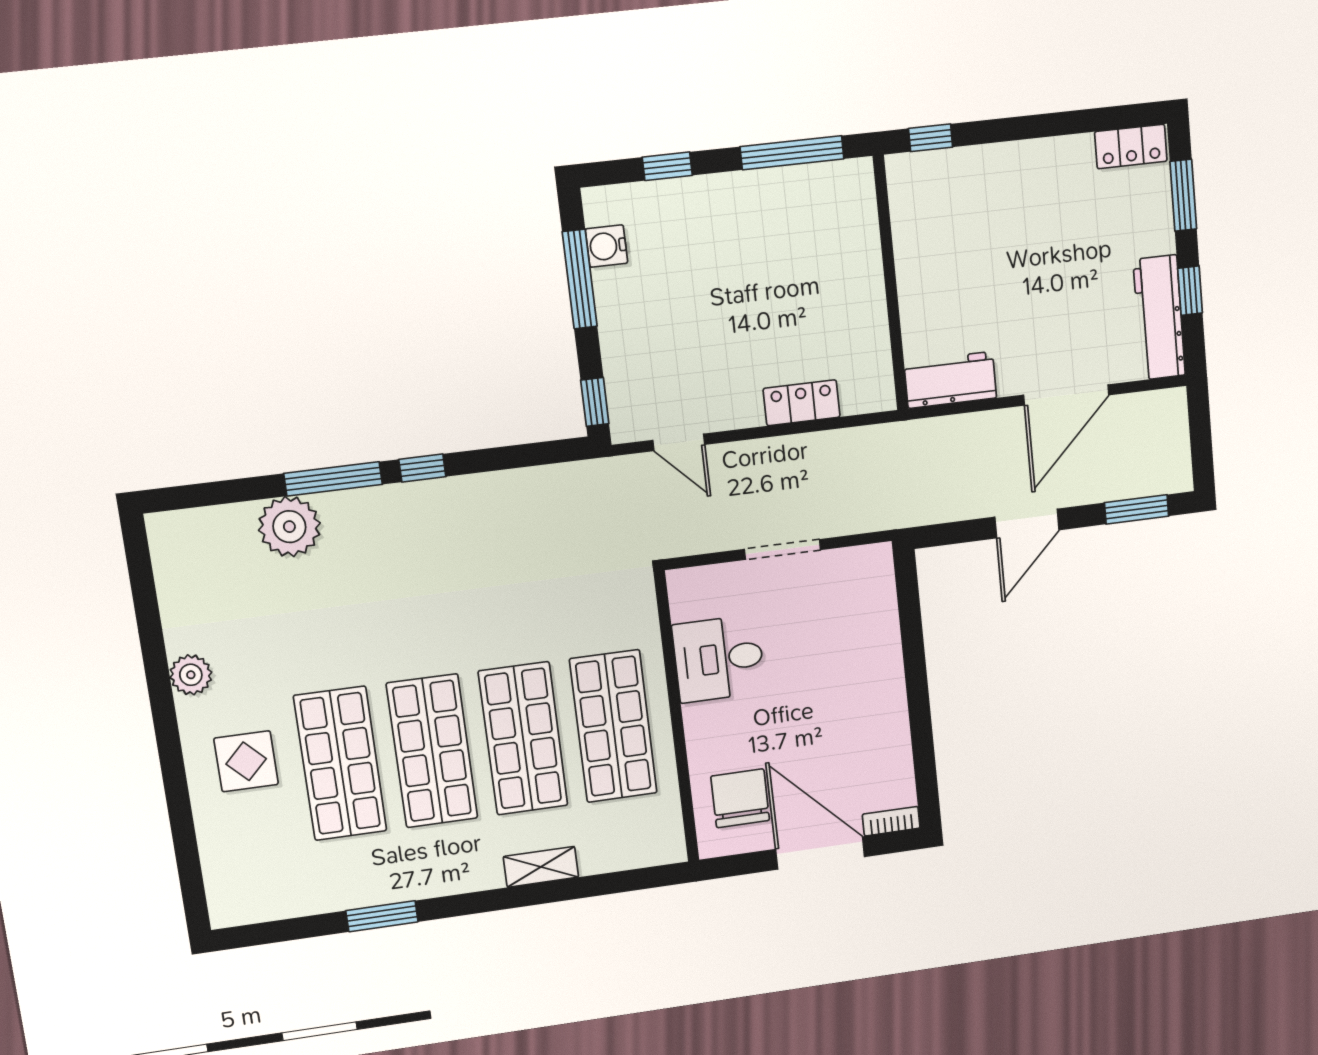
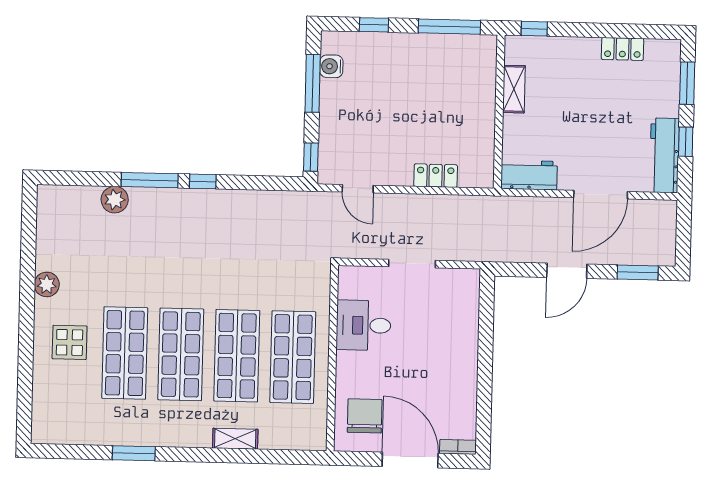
locker: (1131, 146) -> (622, 49), moved
shelving: (910, 243) -> (514, 89), added
plant: (289, 527) -> (115, 200), width x0.73, depth x0.73

